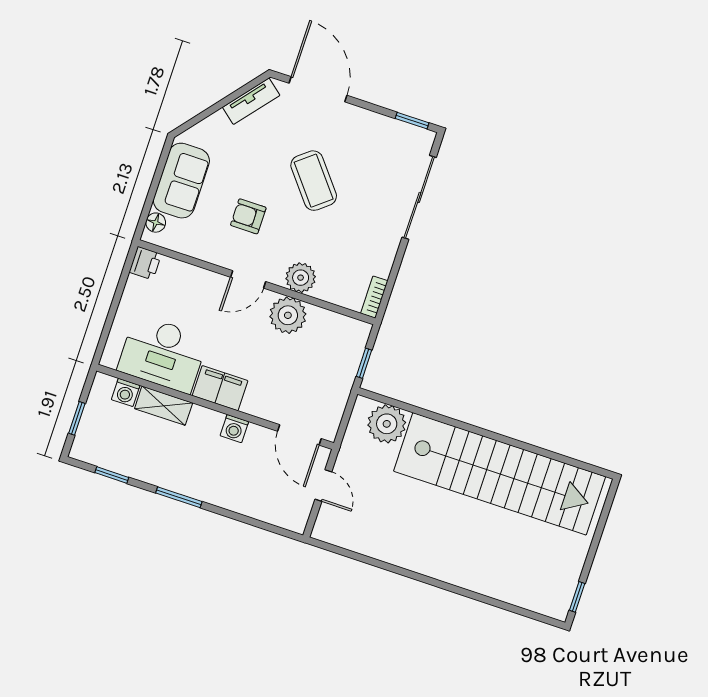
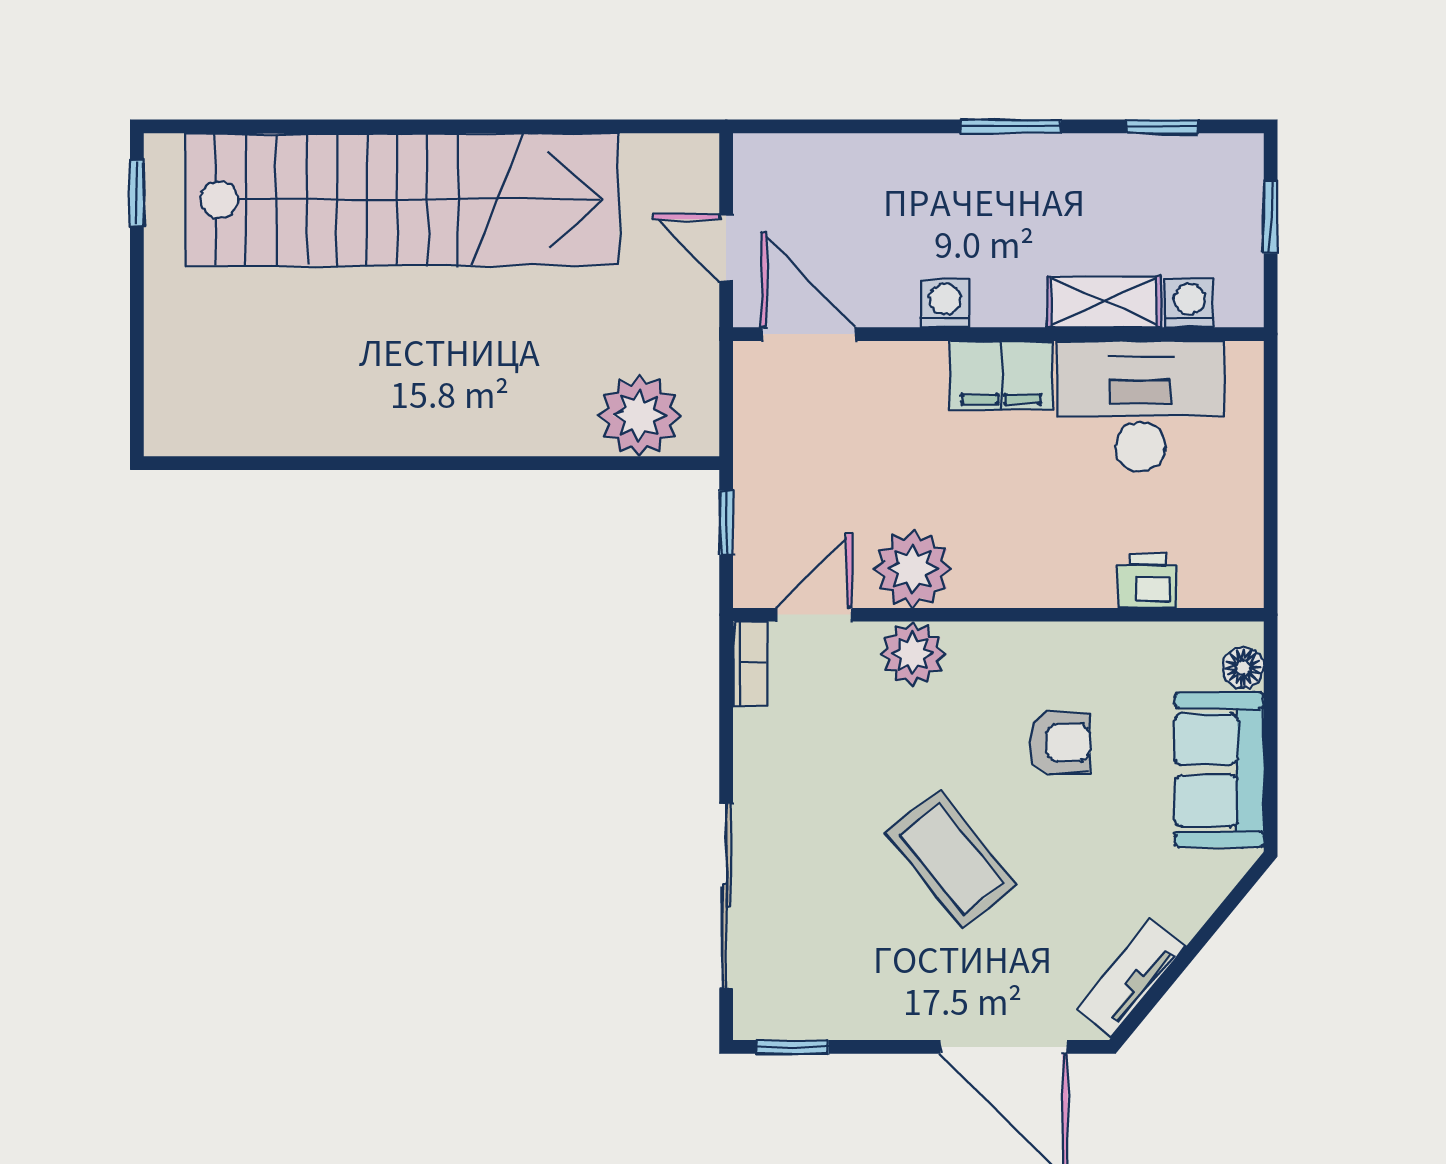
printer: (145, 263) -> (1148, 581), moved, turned 90
door: (248, 279) -> (814, 615), moved
stairs: (500, 474) -> (402, 199), moved, turned 180

